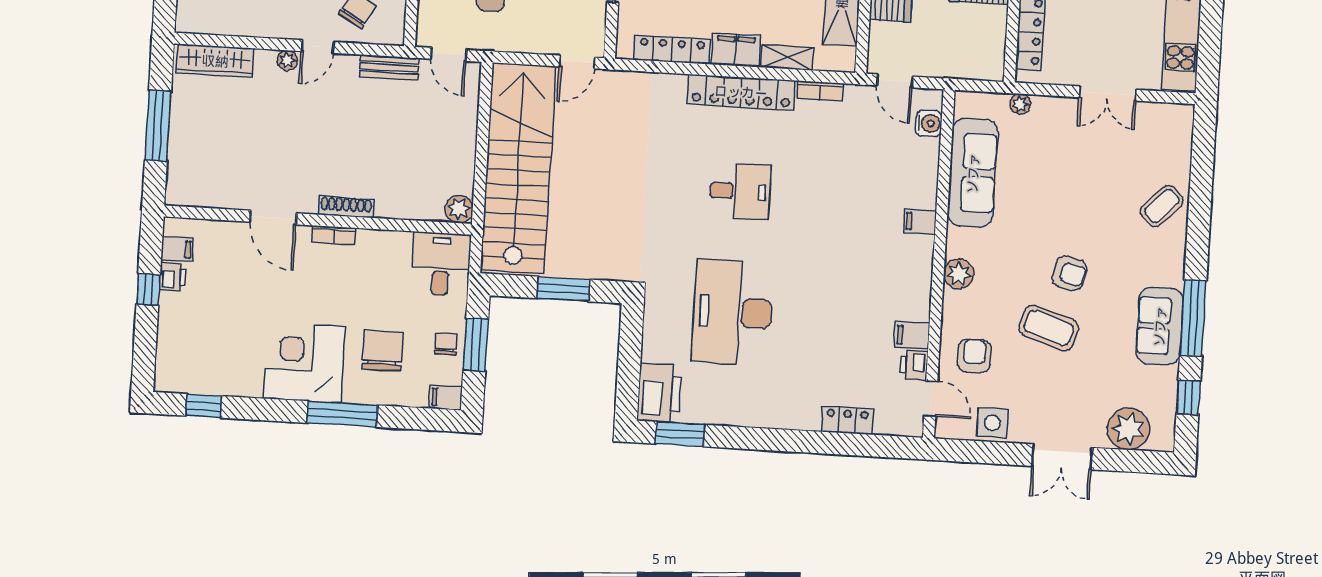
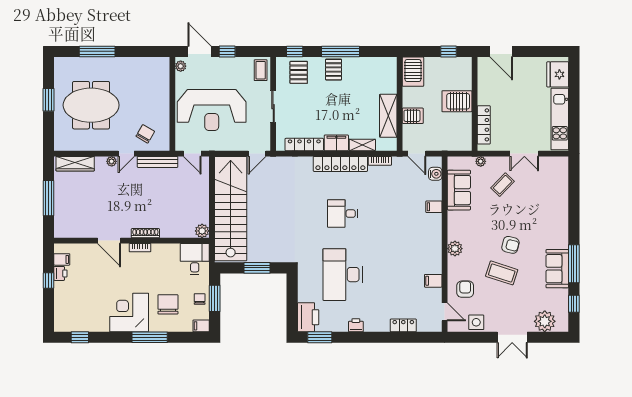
bench: (389, 67) -> (158, 162), width x1.36
sofa: (973, 173) -> (459, 190), width x0.73
desk: (740, 191) -> (343, 214), turned 180
coffee table: (1162, 206) -> (503, 185), moved
filing cabinet: (920, 222) -> (434, 207), moved
printer: (914, 365) -> (356, 325), moved, turned 90

